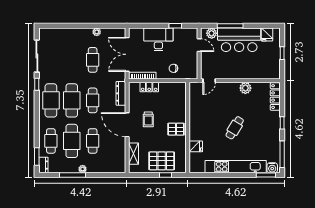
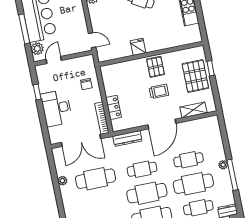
cafe table: (93, 60) -> (96, 179), width x1.37, depth x1.35
trolley: (148, 119) -> (159, 91), moved
fridge: (196, 146) -> (138, 47), moved

